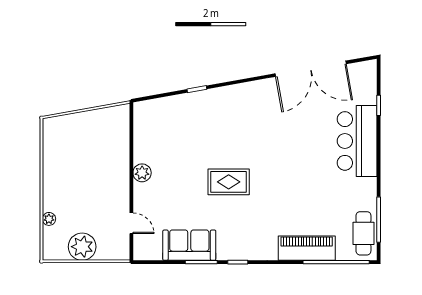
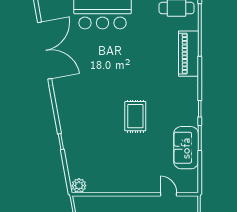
plant: (142, 173) -> (79, 186), moved
door: (131, 223) -> (168, 194), hinge flipped

